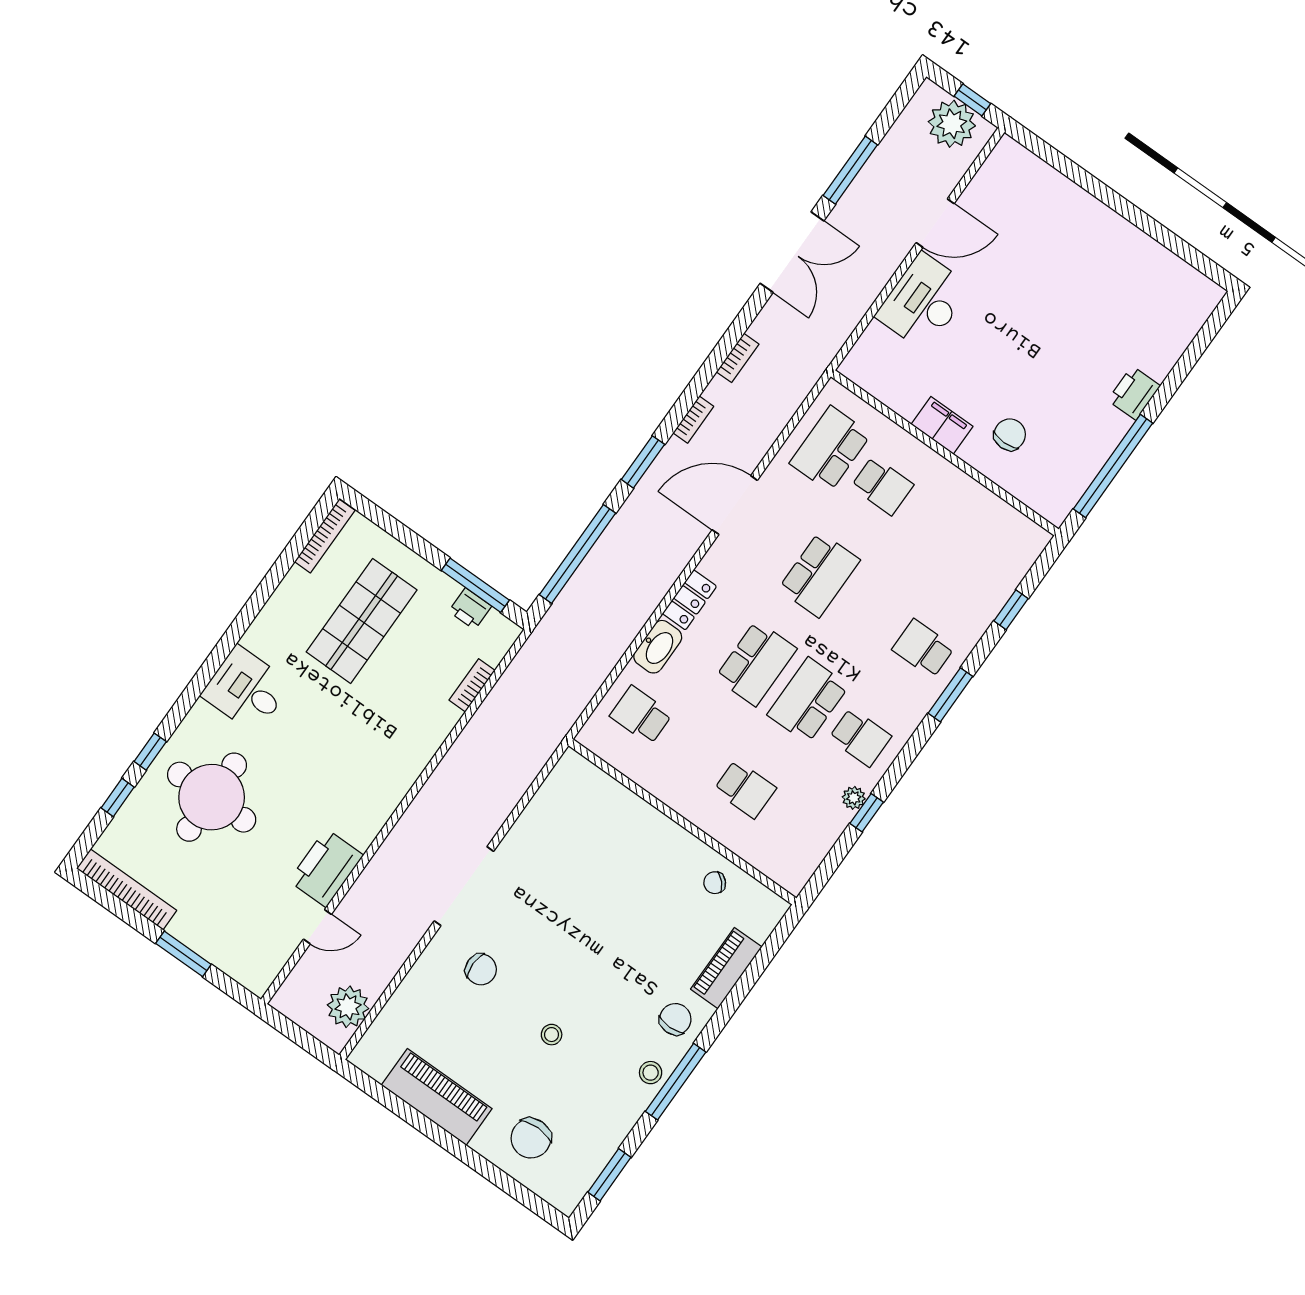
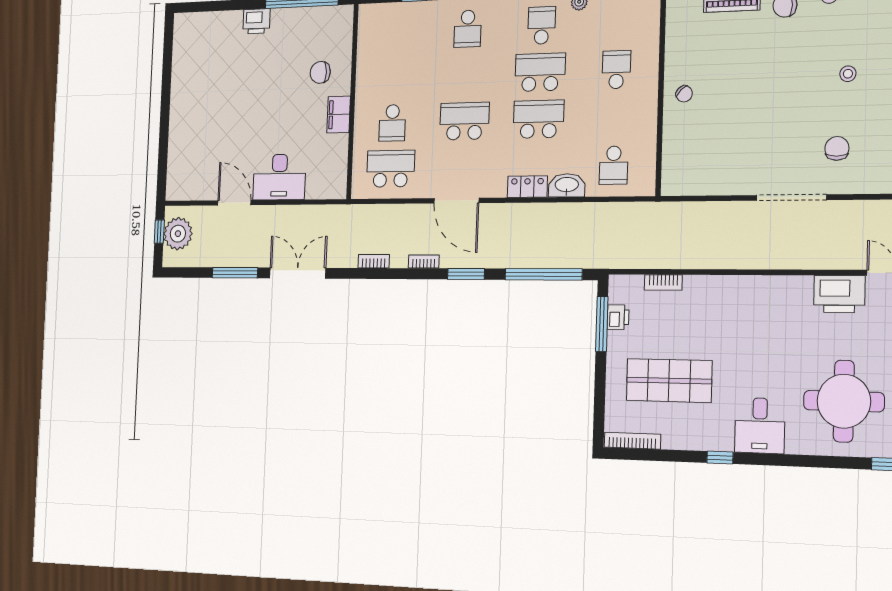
school desk: (830, 449) -> (391, 169), turned 180
school desk: (882, 486) -> (392, 123), turned 180
school desk: (808, 700) -> (540, 72), turned 180
window: (150, 752) -> (720, 458), moved
chair: (715, 883) -> (684, 94), moved

